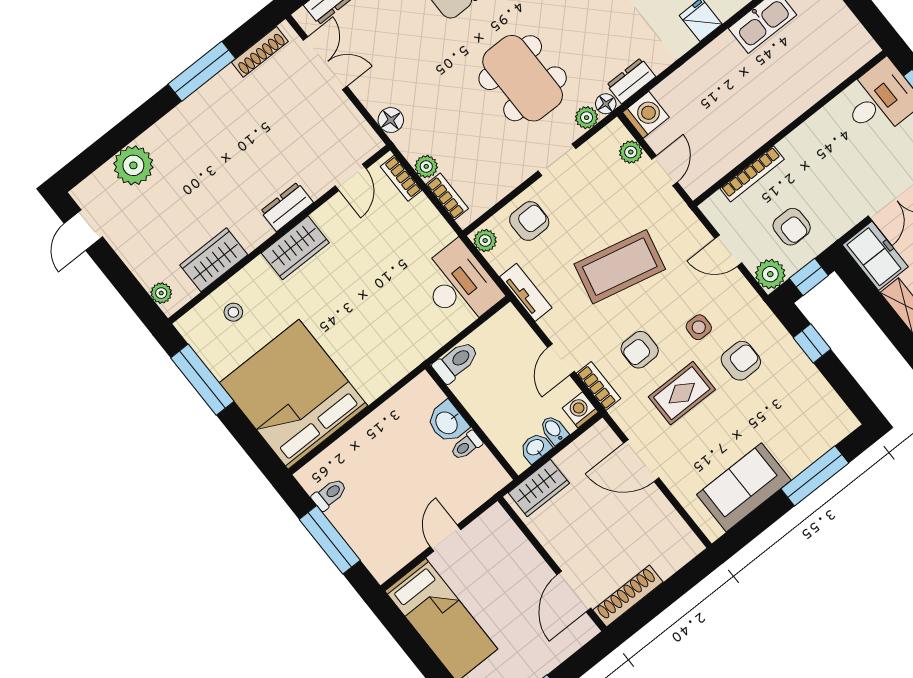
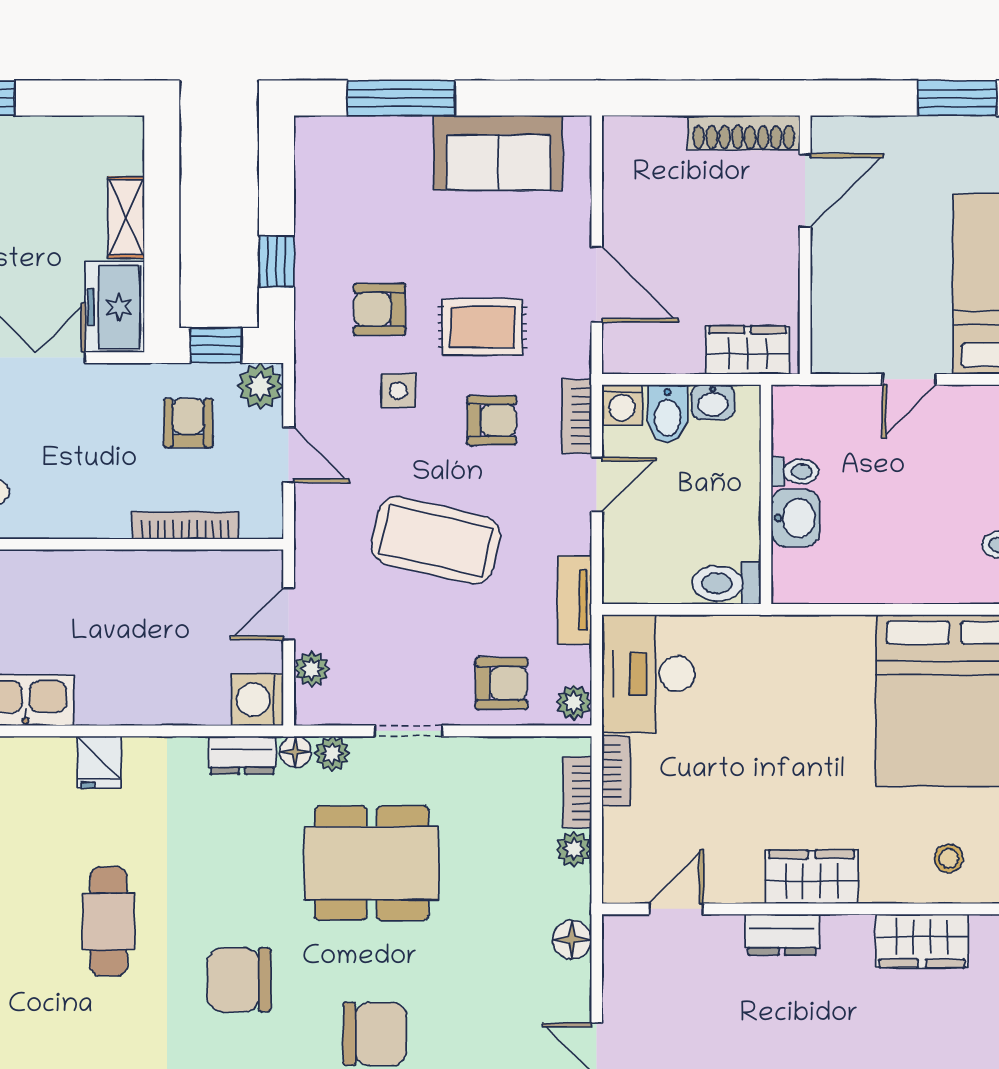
dining table: (523, 78) -> (372, 863), turned 90
bookcase: (401, 178) -> (616, 771), moved
armchair: (529, 221) -> (502, 683), turned 180
bidet: (554, 430) -> (668, 414), width x1.38, depth x1.36

